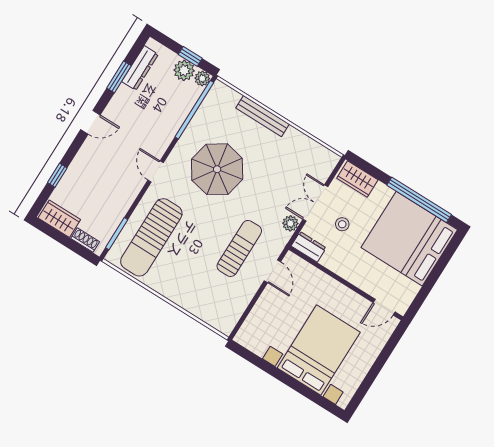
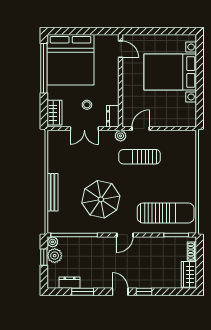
dresser: (140, 68) -> (70, 283), width x0.70
window: (57, 175) -> (144, 292), moved
plant: (290, 223) -> (121, 136), moved

